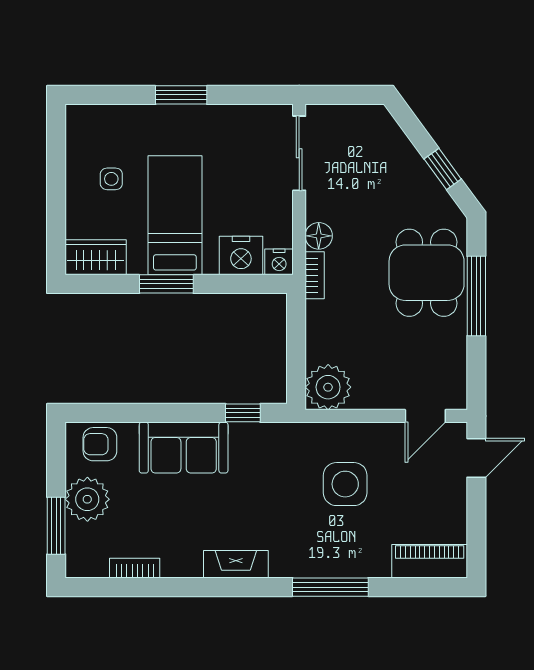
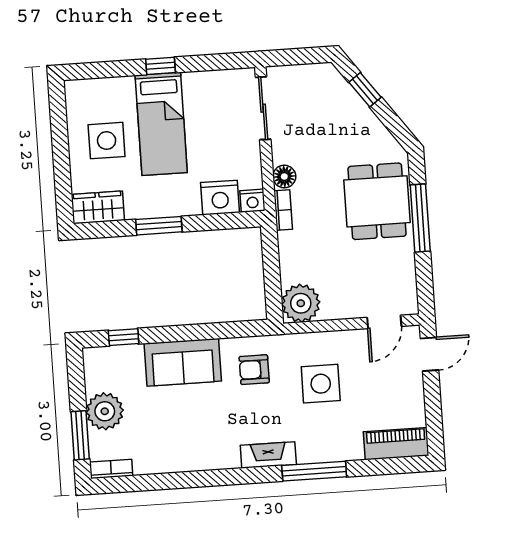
window: (181, 95) -> (161, 66), width x0.67
window: (443, 169) -> (365, 90), moved
side table: (111, 179) -> (107, 141), width x1.87, depth x1.87
bed: (175, 215) -> (161, 124), moved, turned 180
window: (243, 413) -> (124, 337), moved
armchair: (100, 444) -> (254, 370), moved
fireplace: (236, 564) -> (268, 455), moved
bookcase: (135, 568) -> (111, 469), moved

